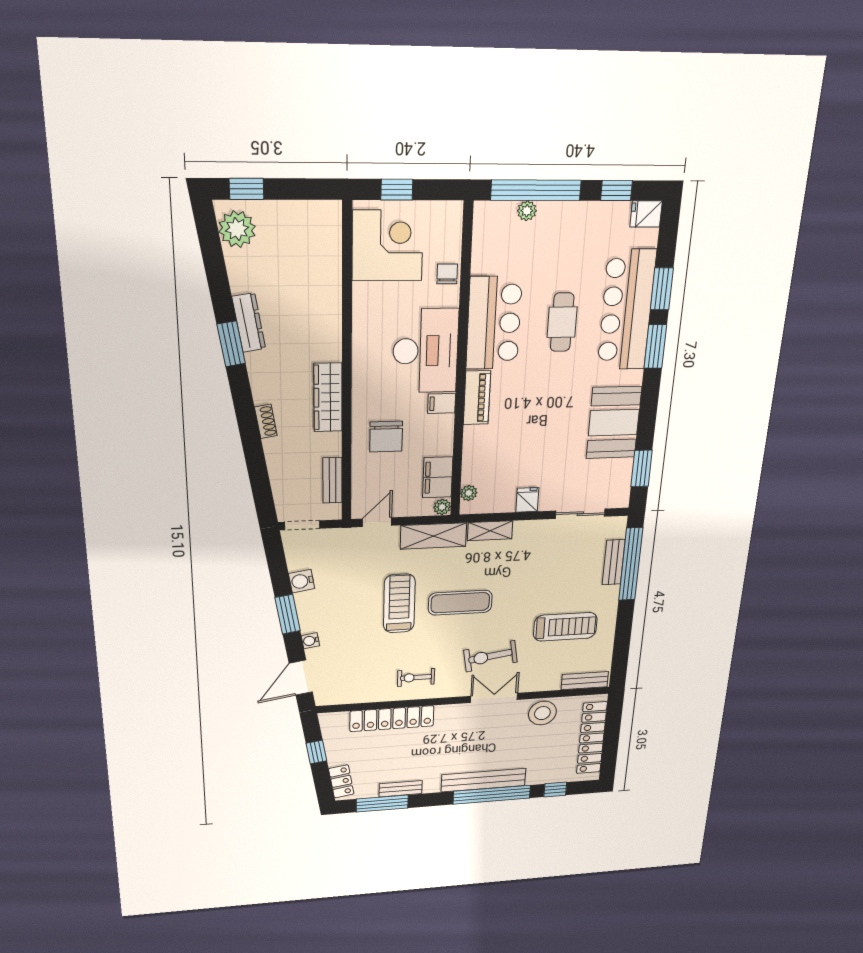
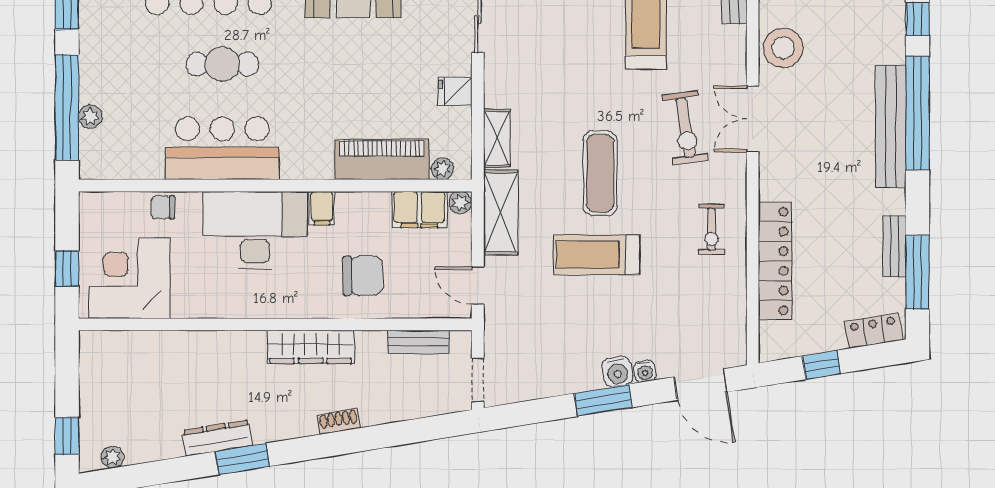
plant: (237, 229) -> (112, 457), width x0.53, depth x0.53
piano: (477, 398) -> (382, 159), moved, width x1.37, depth x1.33
water cooler: (302, 581) -> (617, 372), moved

